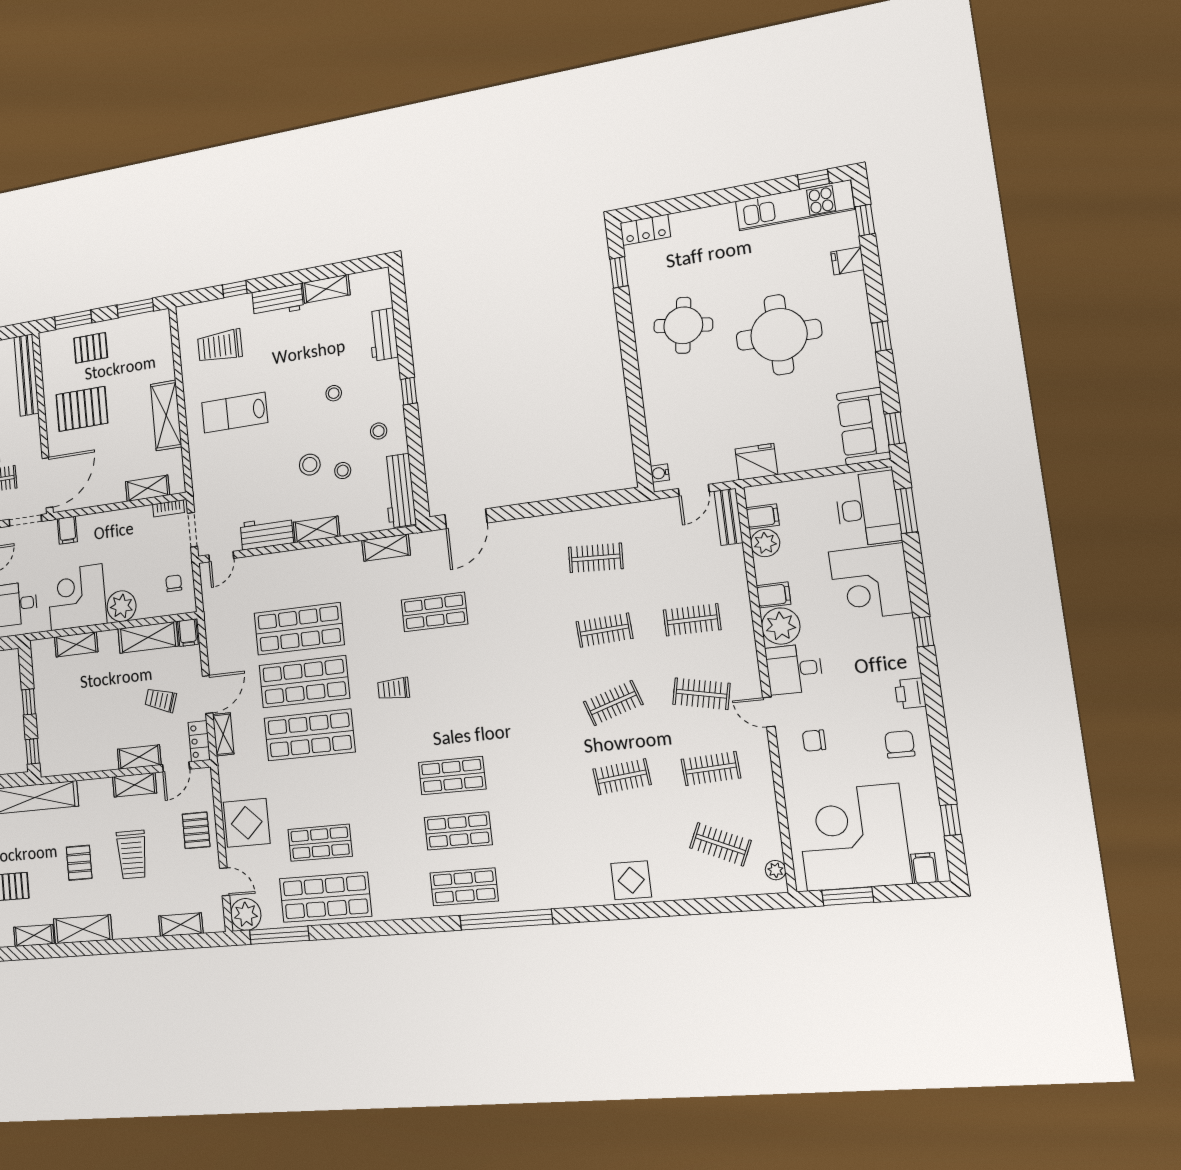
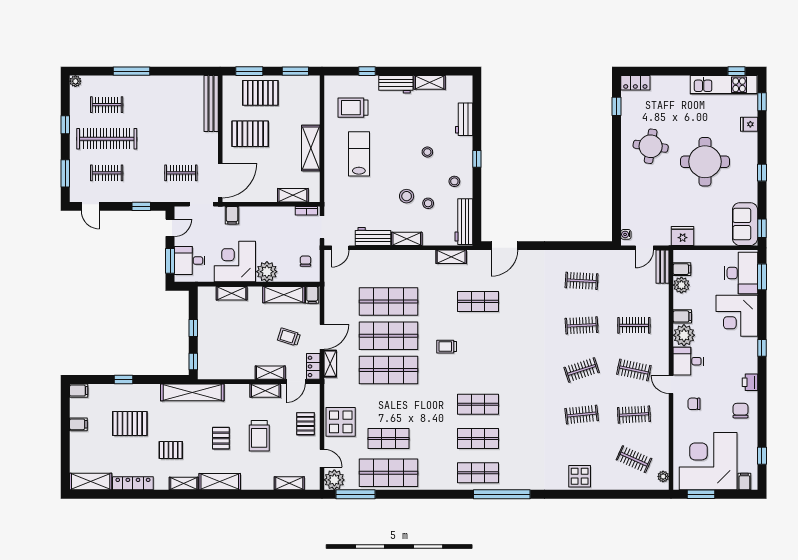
pallet: (91, 348) -> (260, 93), width x1.50, depth x1.42
lab bench: (235, 413) -> (359, 154), turned 90

